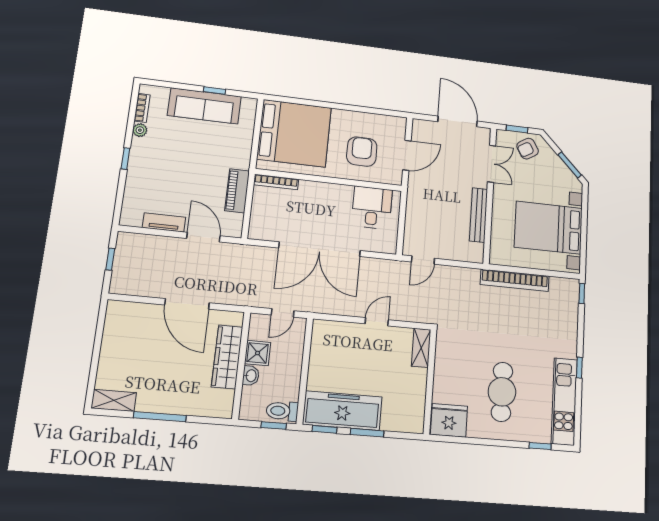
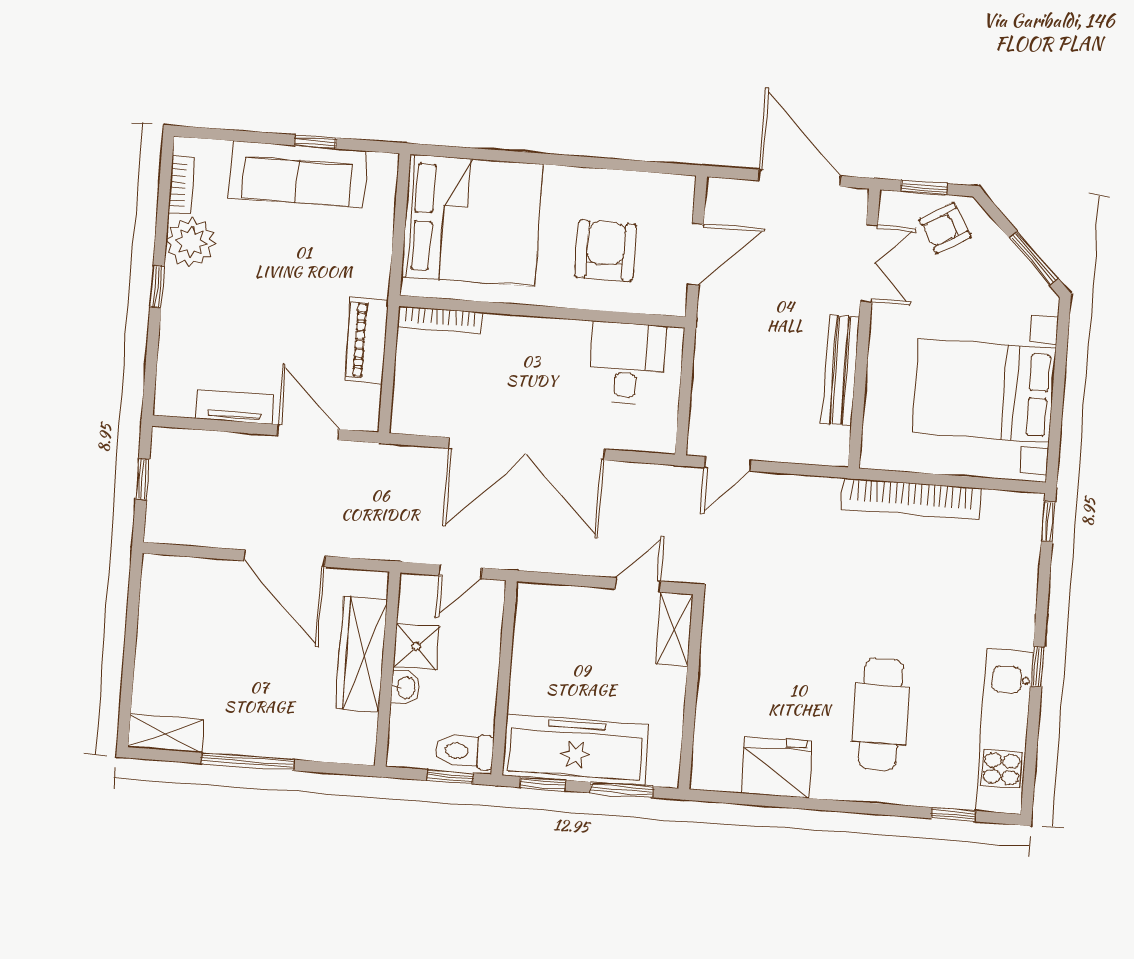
plant: (140, 130) -> (191, 242), width x1.88, depth x1.88
shelving: (421, 348) -> (674, 629), moved
wall: (430, 381) -> (691, 692), moved

